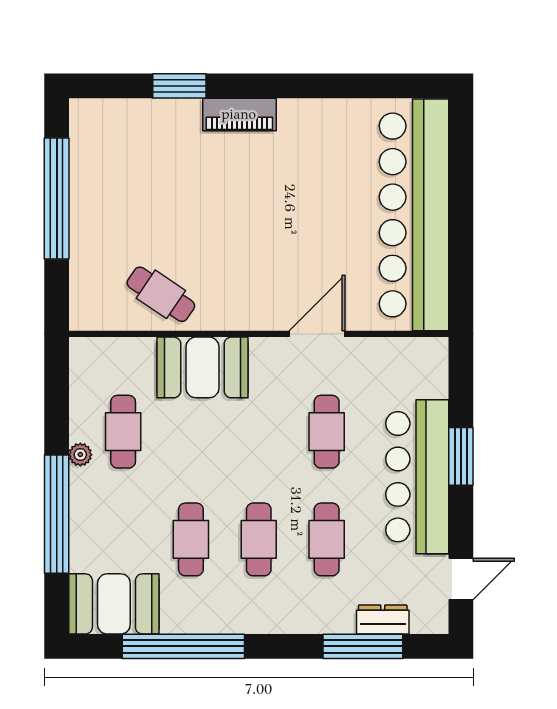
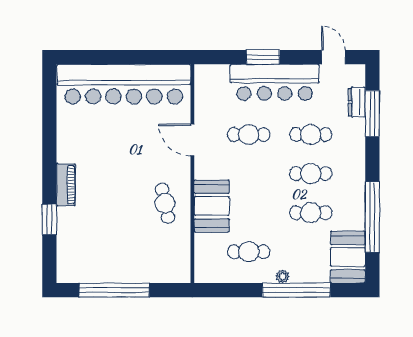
cafe table: (161, 294) -> (165, 203), moved, turned -46
plant: (80, 455) -> (282, 276), moved

